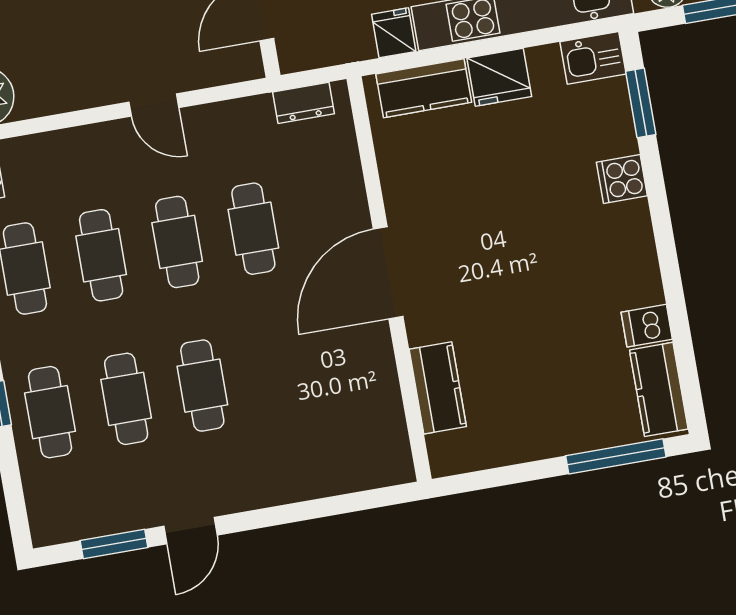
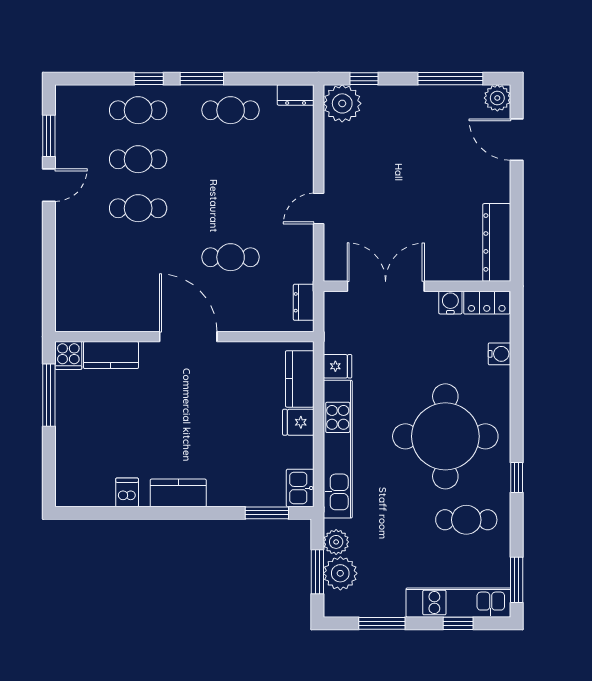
fridge: (499, 77) -> (298, 422), width x0.72
cooker: (622, 179) -> (68, 355), moved, turned 180
cafe table: (177, 242) -> (231, 208), removed
cafe table: (101, 255) -> (231, 159), removed
kitchen counter: (659, 389) -> (178, 493), moved
window: (616, 456) -> (49, 395), moved
door: (190, 531) -> (49, 185), swing flipped

